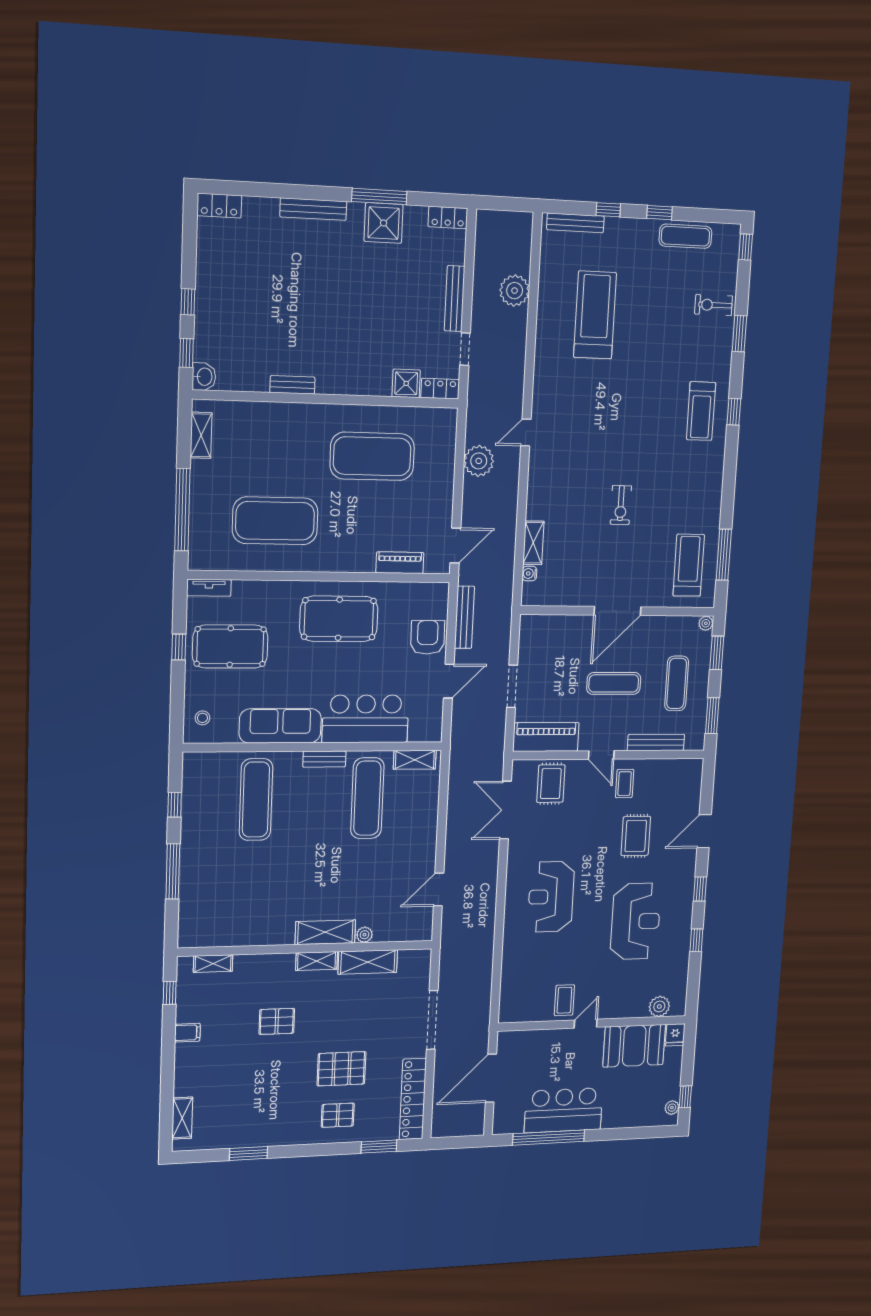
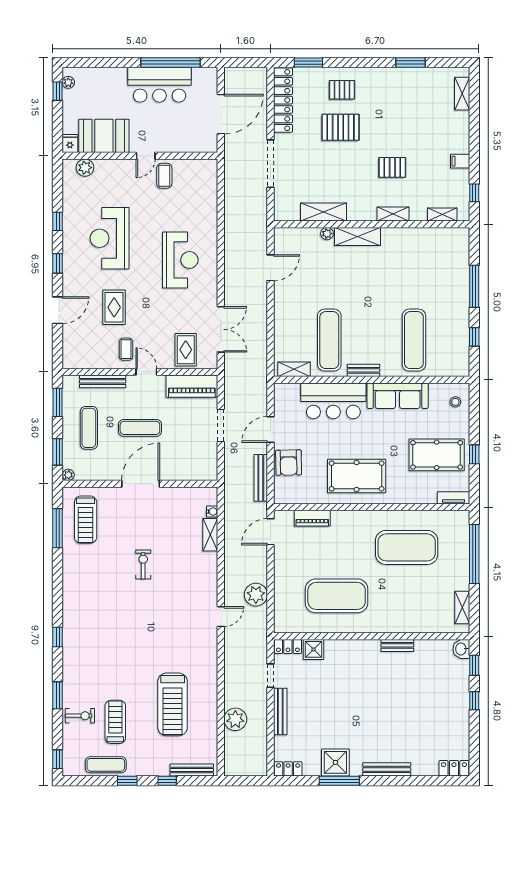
treadmill: (701, 411) -> (115, 722), moved
shelving: (317, 961) -> (393, 214), moved

